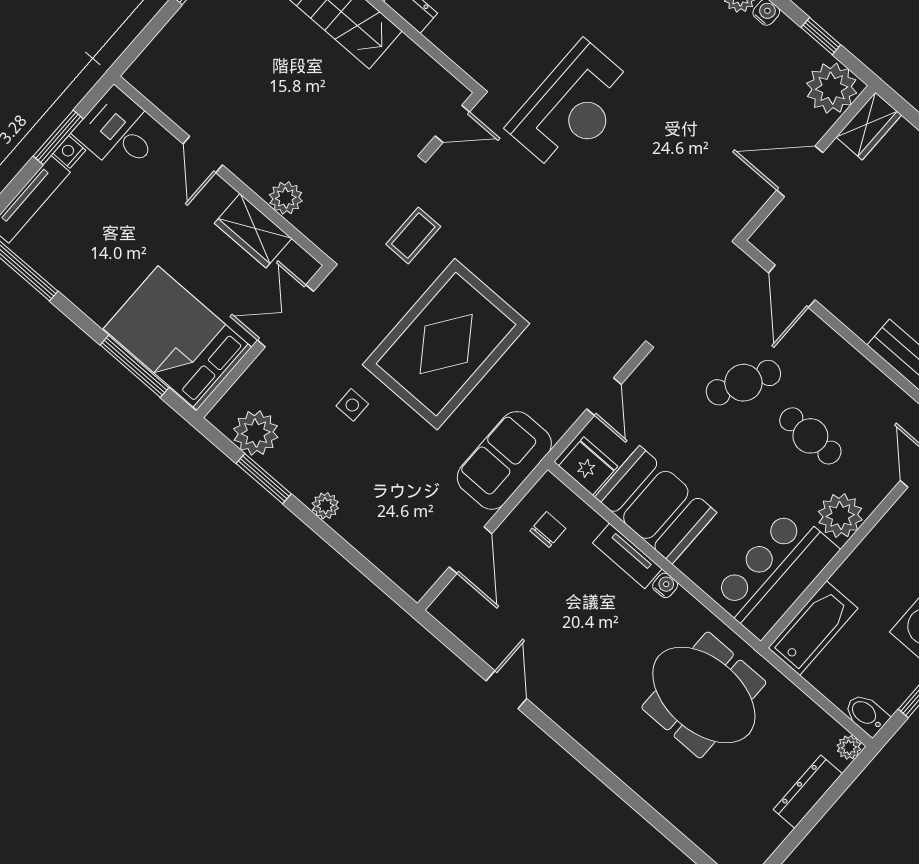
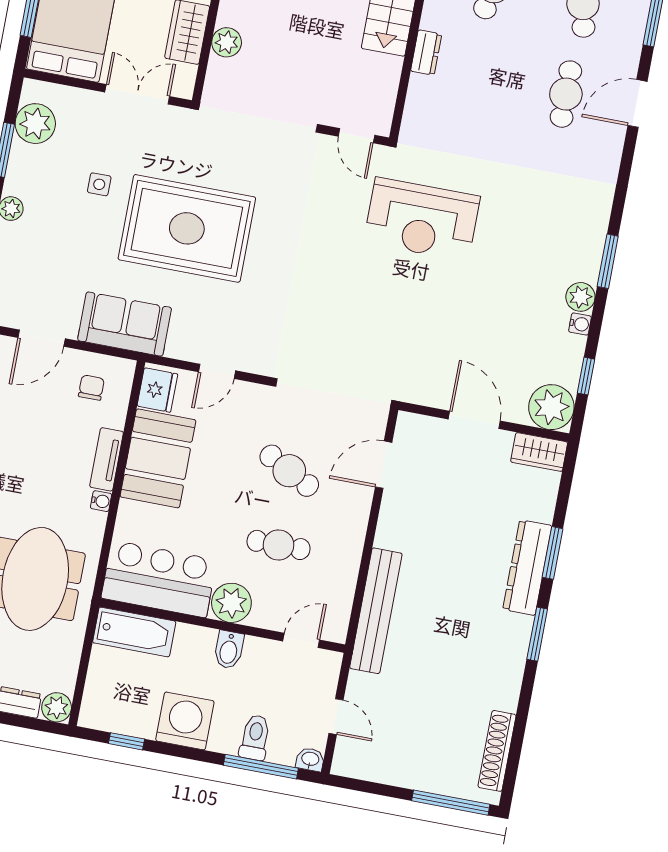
coffee table: (413, 235) -> (255, 155), removed
cafe table: (810, 436) -> (279, 545), turned 90
chair: (548, 530) -> (91, 388), turned -90
bidet: (866, 714) -> (229, 650), moved, turned 180
plant: (849, 747) -> (57, 707), width x1.38, depth x1.38

